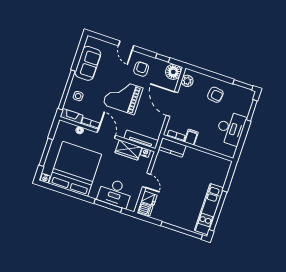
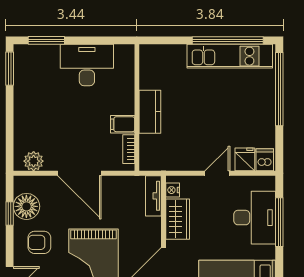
floor lamp: (173, 72) -> (26, 206), moved
armchair: (215, 95) -> (41, 108), removed
door: (172, 104) -> (79, 173), hinge flipped
tv unit: (141, 139) -> (153, 196), width x0.71
kitchen counter: (172, 148) -> (150, 112), moved

